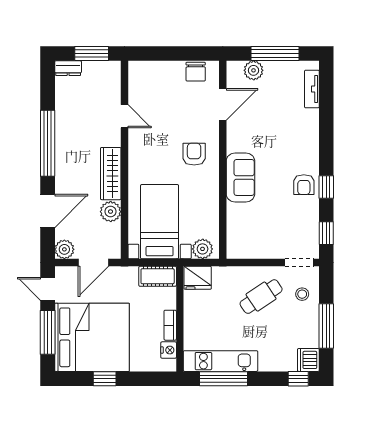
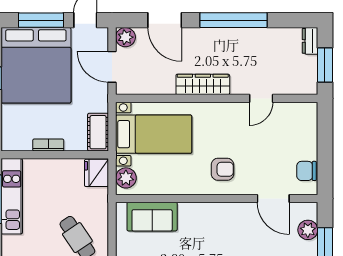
sofa: (240, 177) -> (152, 217), moved
plant: (111, 212) -> (164, 84), removed
nightstand: (169, 350) -> (23, 143), removed

